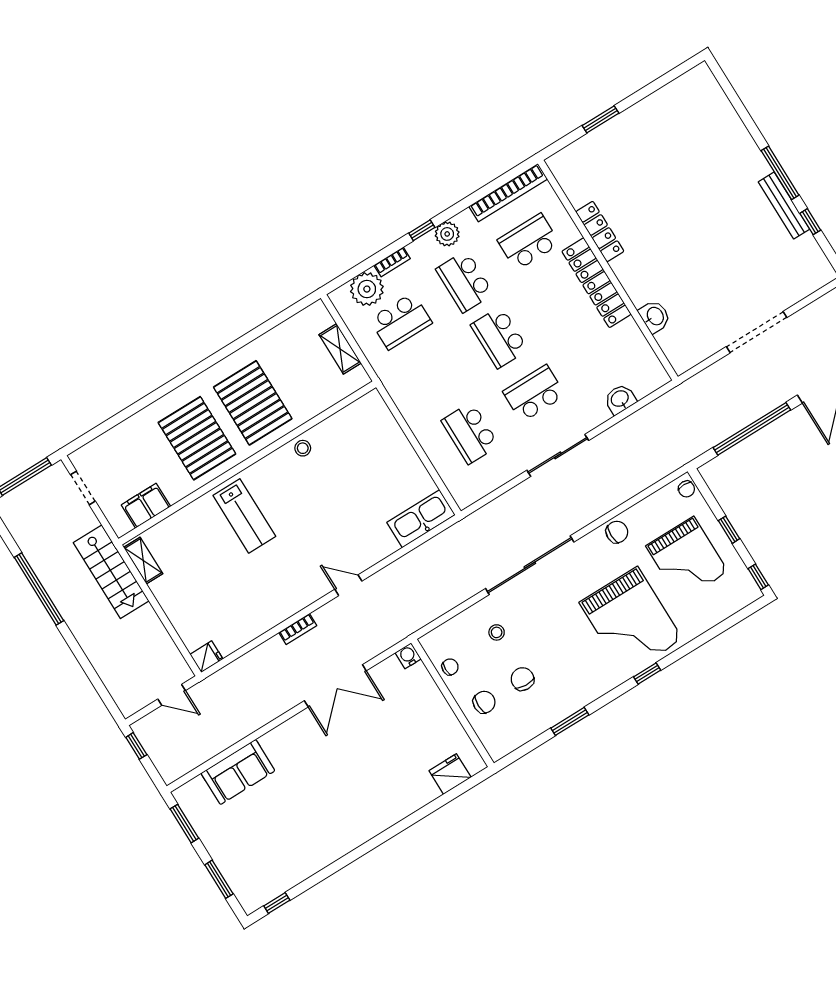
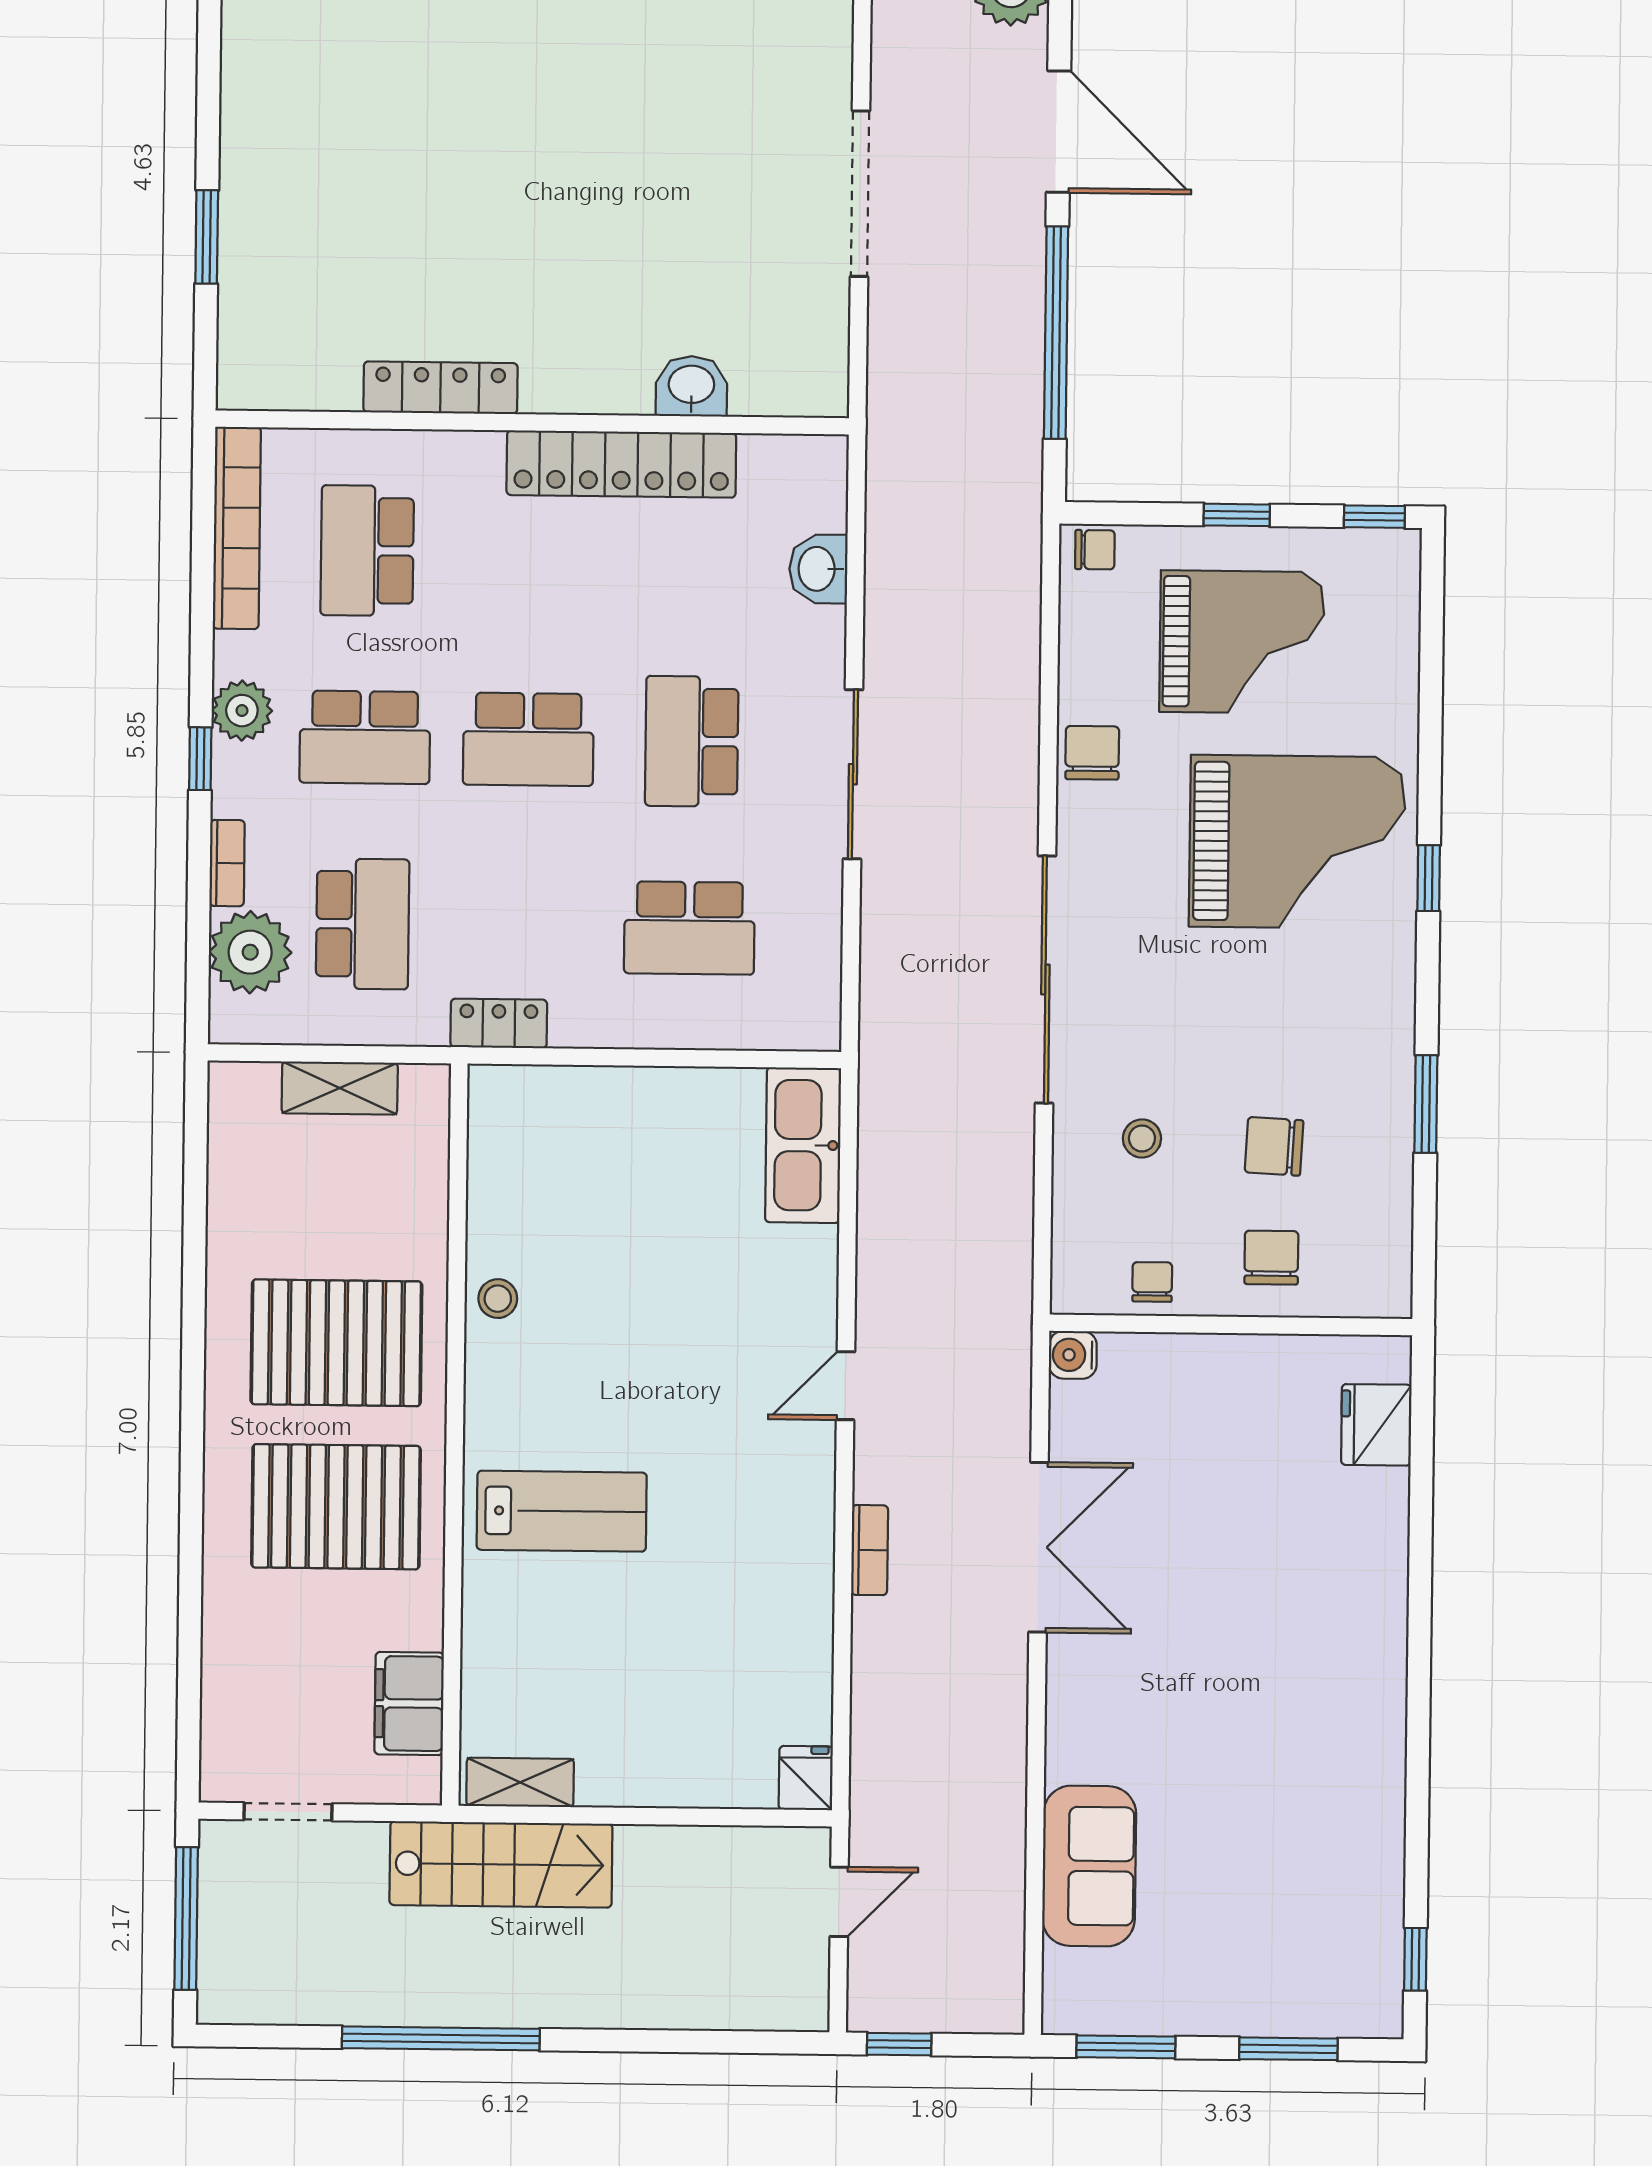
locker: (596, 283) -> (621, 464), moved
locker: (396, 389) -> (499, 1023), added

